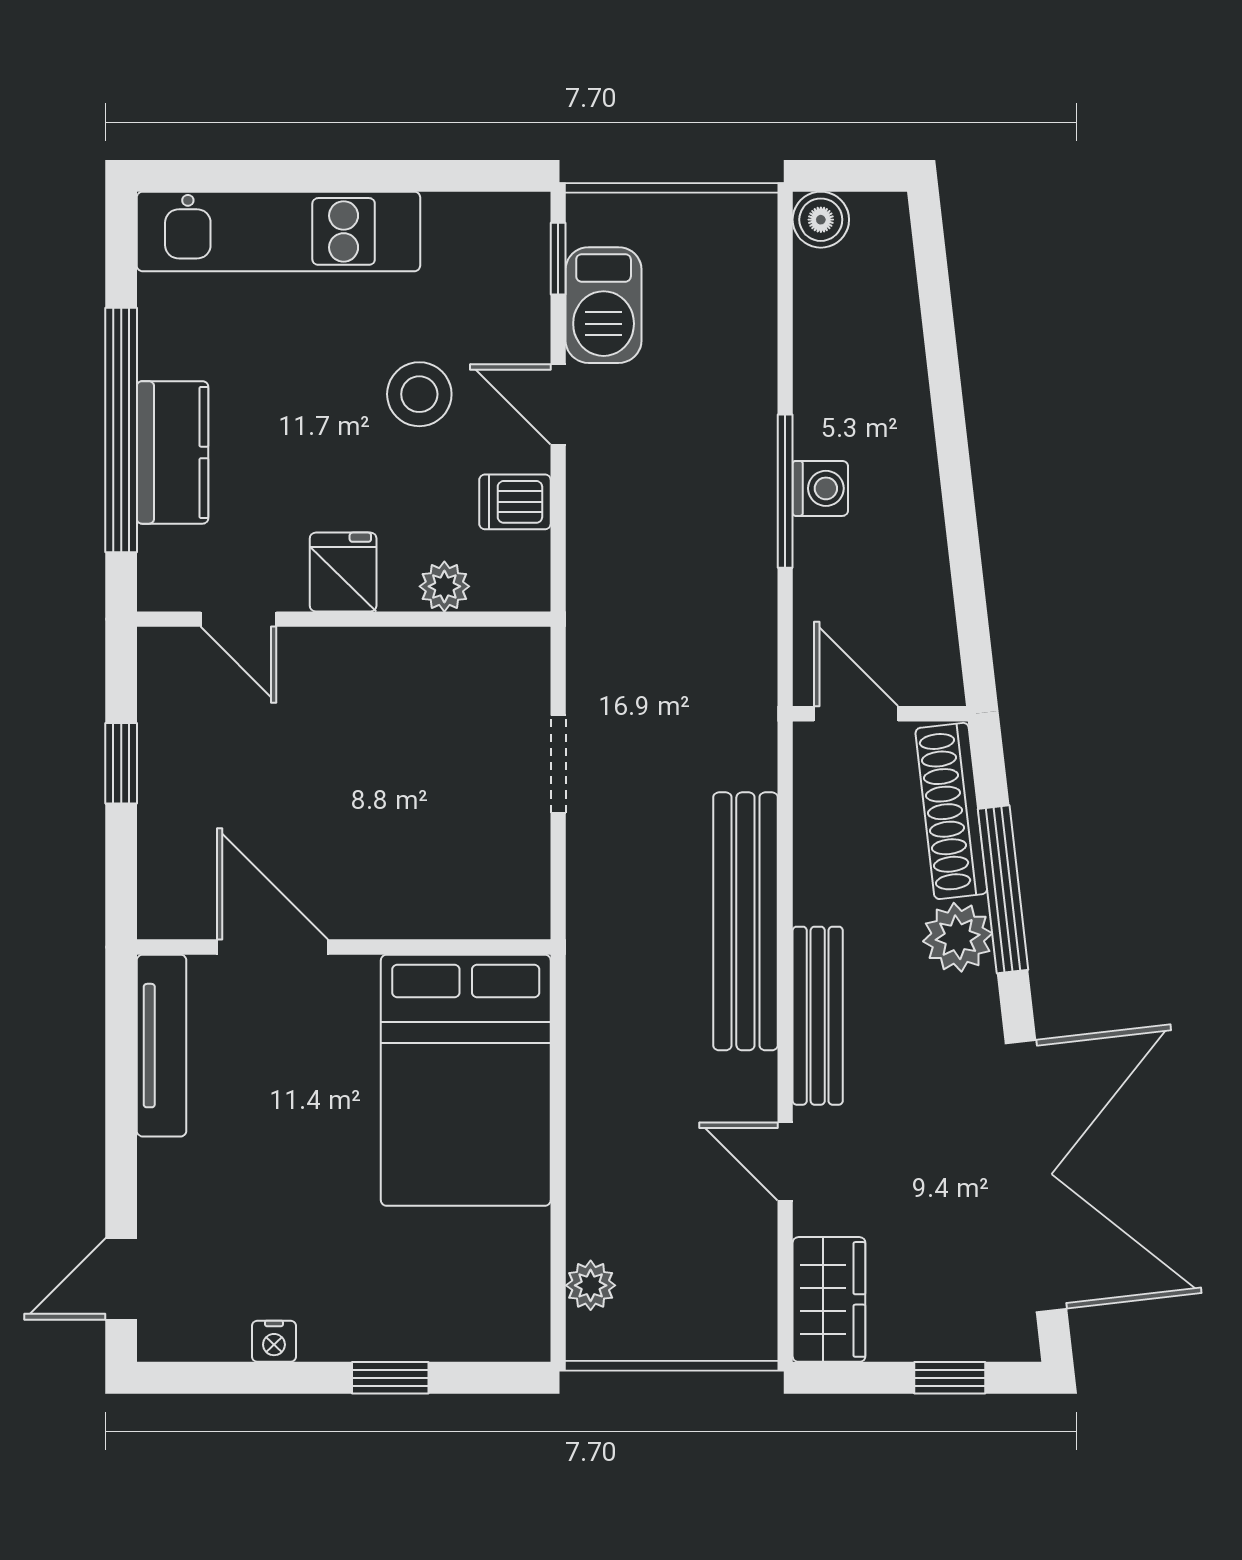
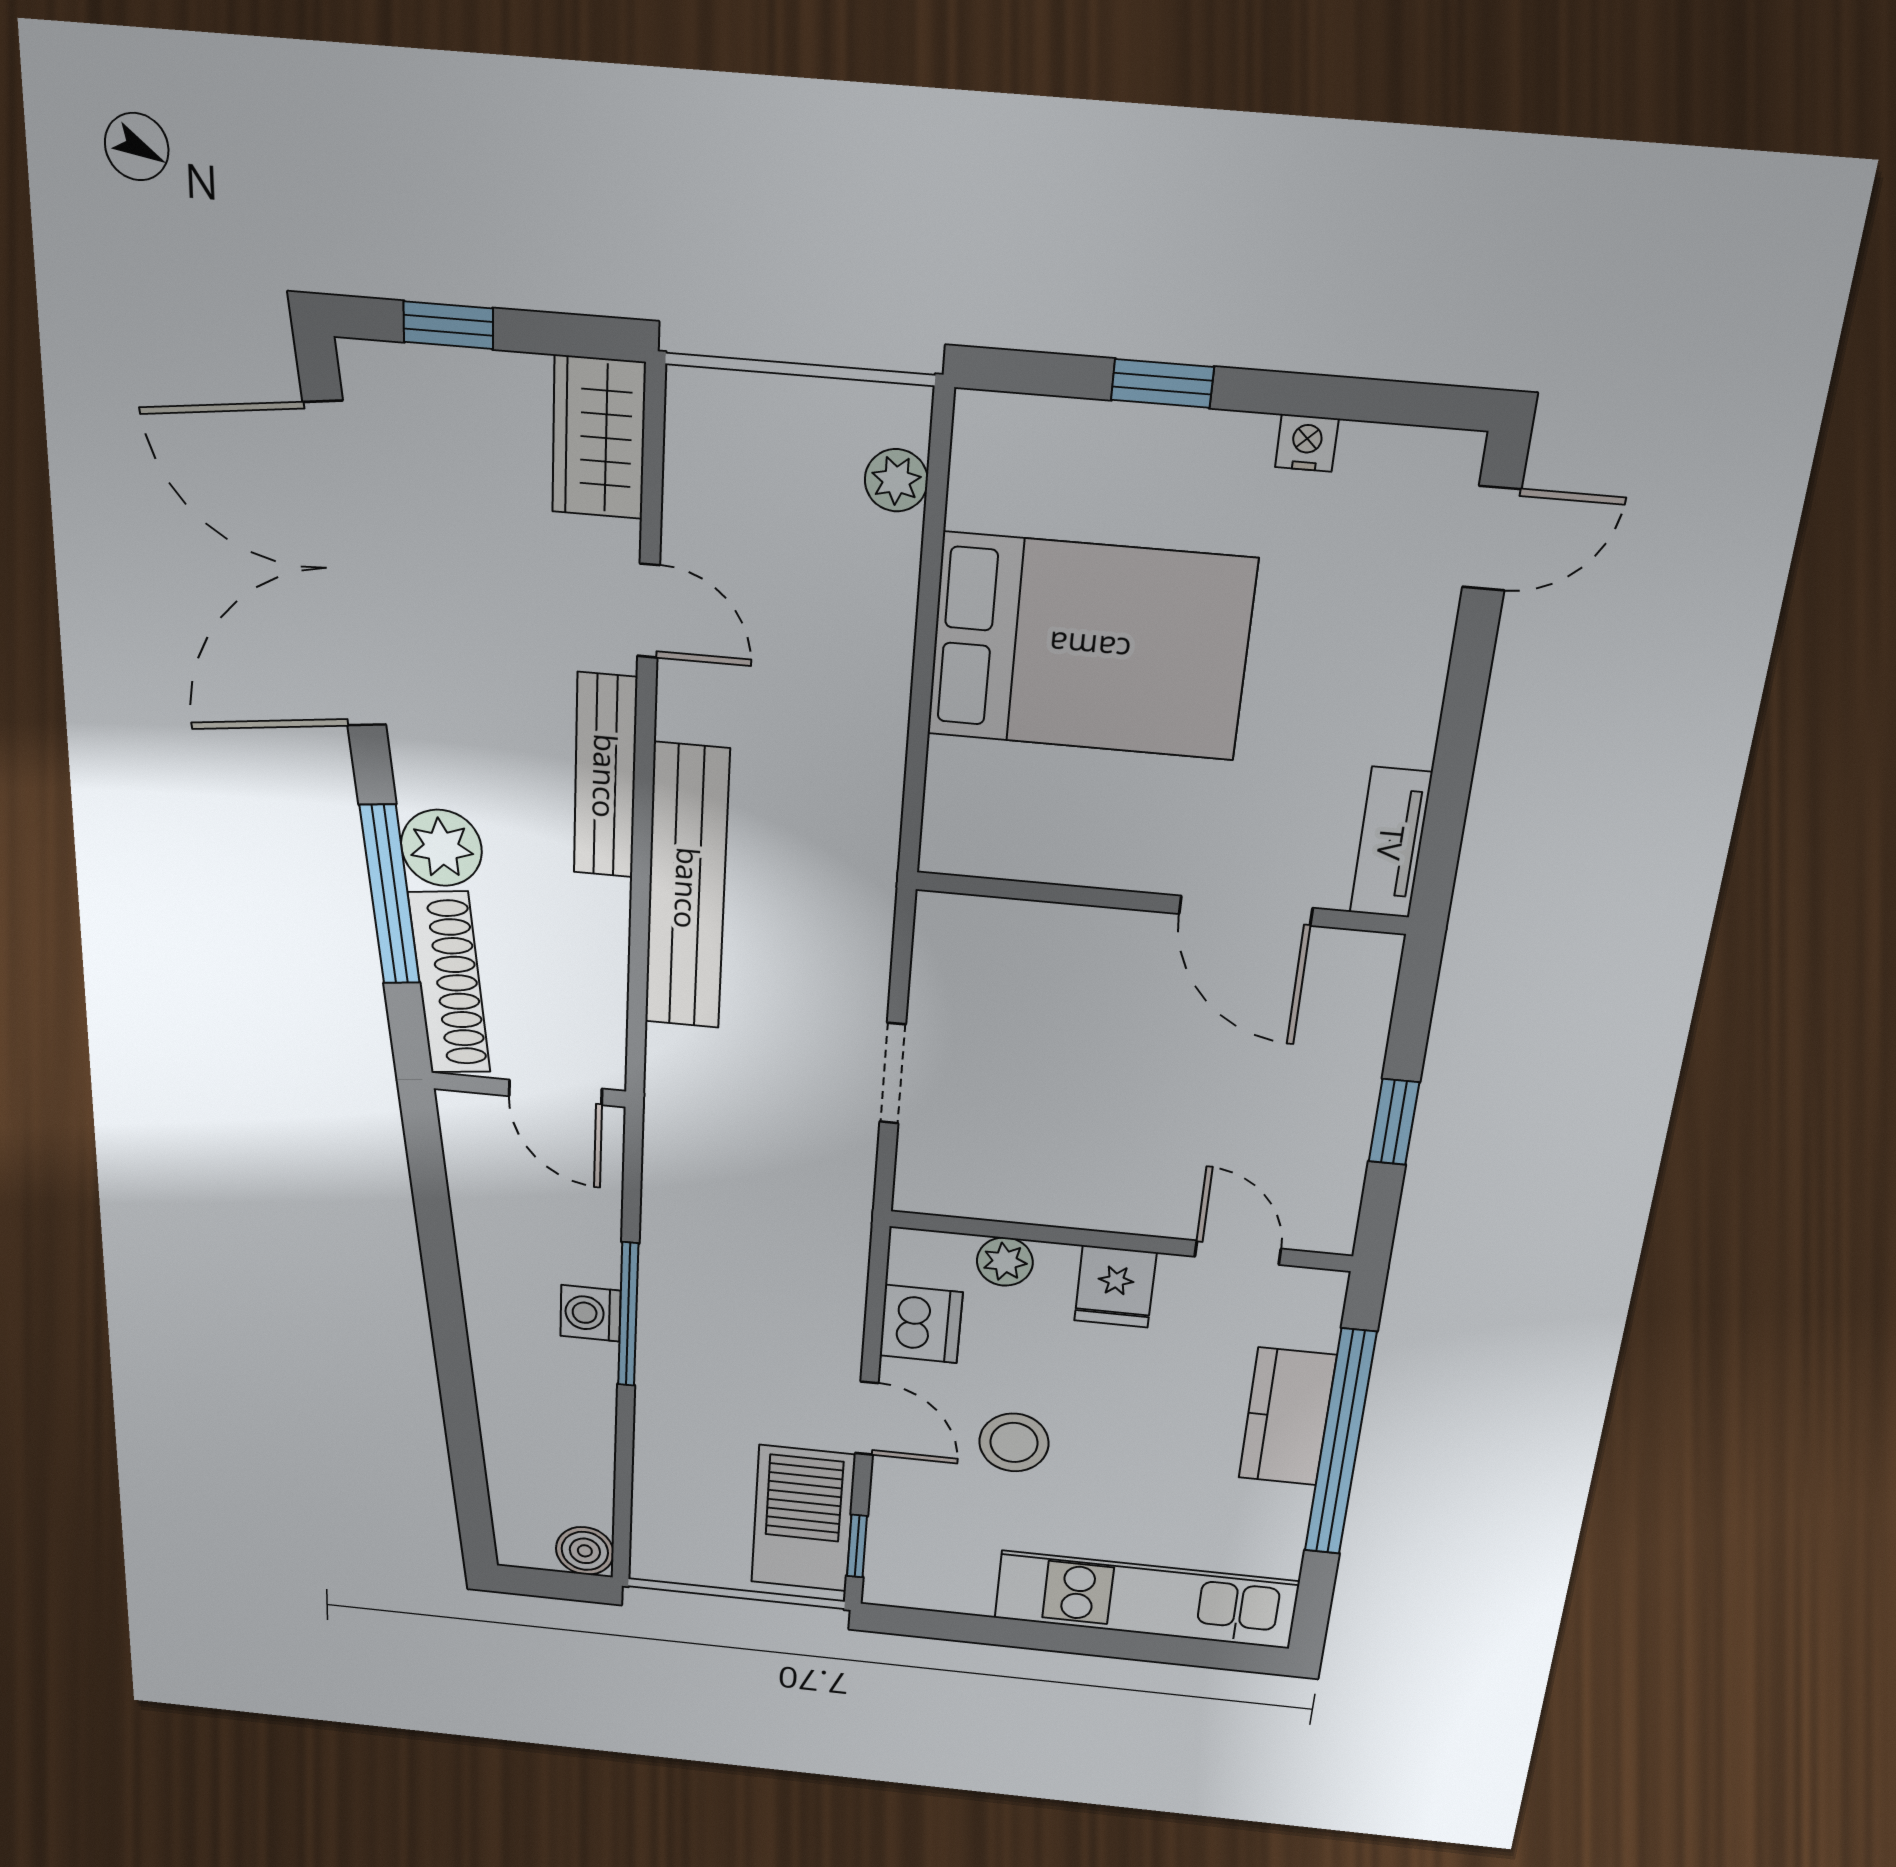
barbecue: (604, 305) -> (803, 1519), width x1.37, depth x1.21
dishwasher: (515, 502) -> (921, 1324), width x1.38
tv unit: (162, 1046) -> (1391, 843), width x0.71
bed: (466, 1080) -> (1090, 647), moved, turned 90

